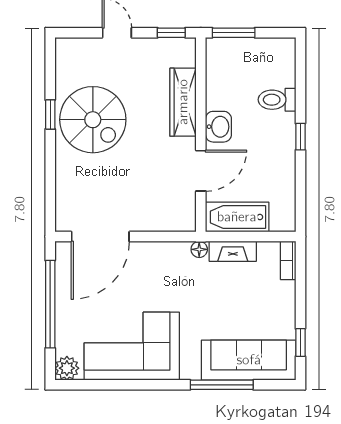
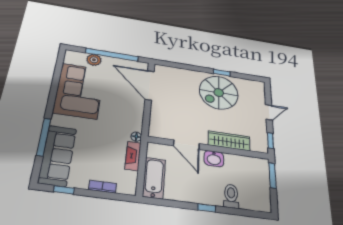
bathtub: (237, 217) -> (154, 178), moved
bookcase: (288, 260) -> (103, 187), moved
plant: (67, 368) -> (94, 60), moved

